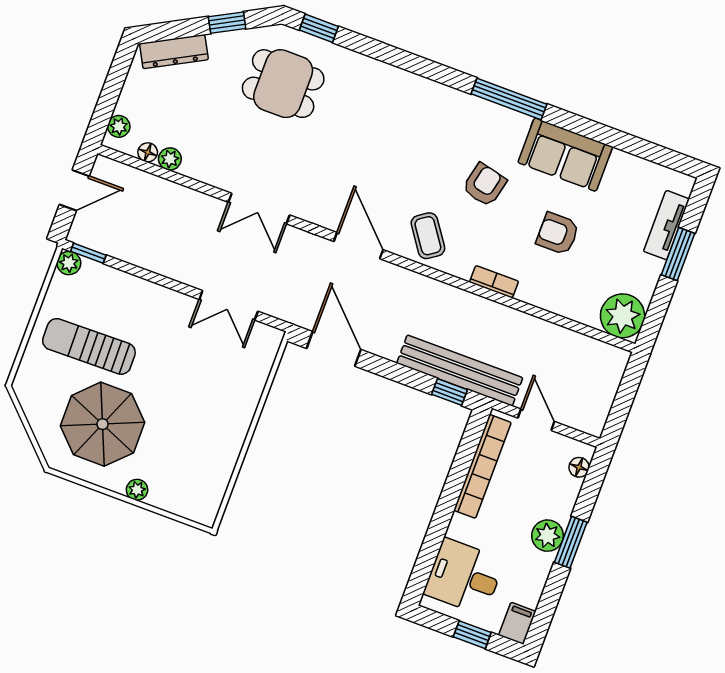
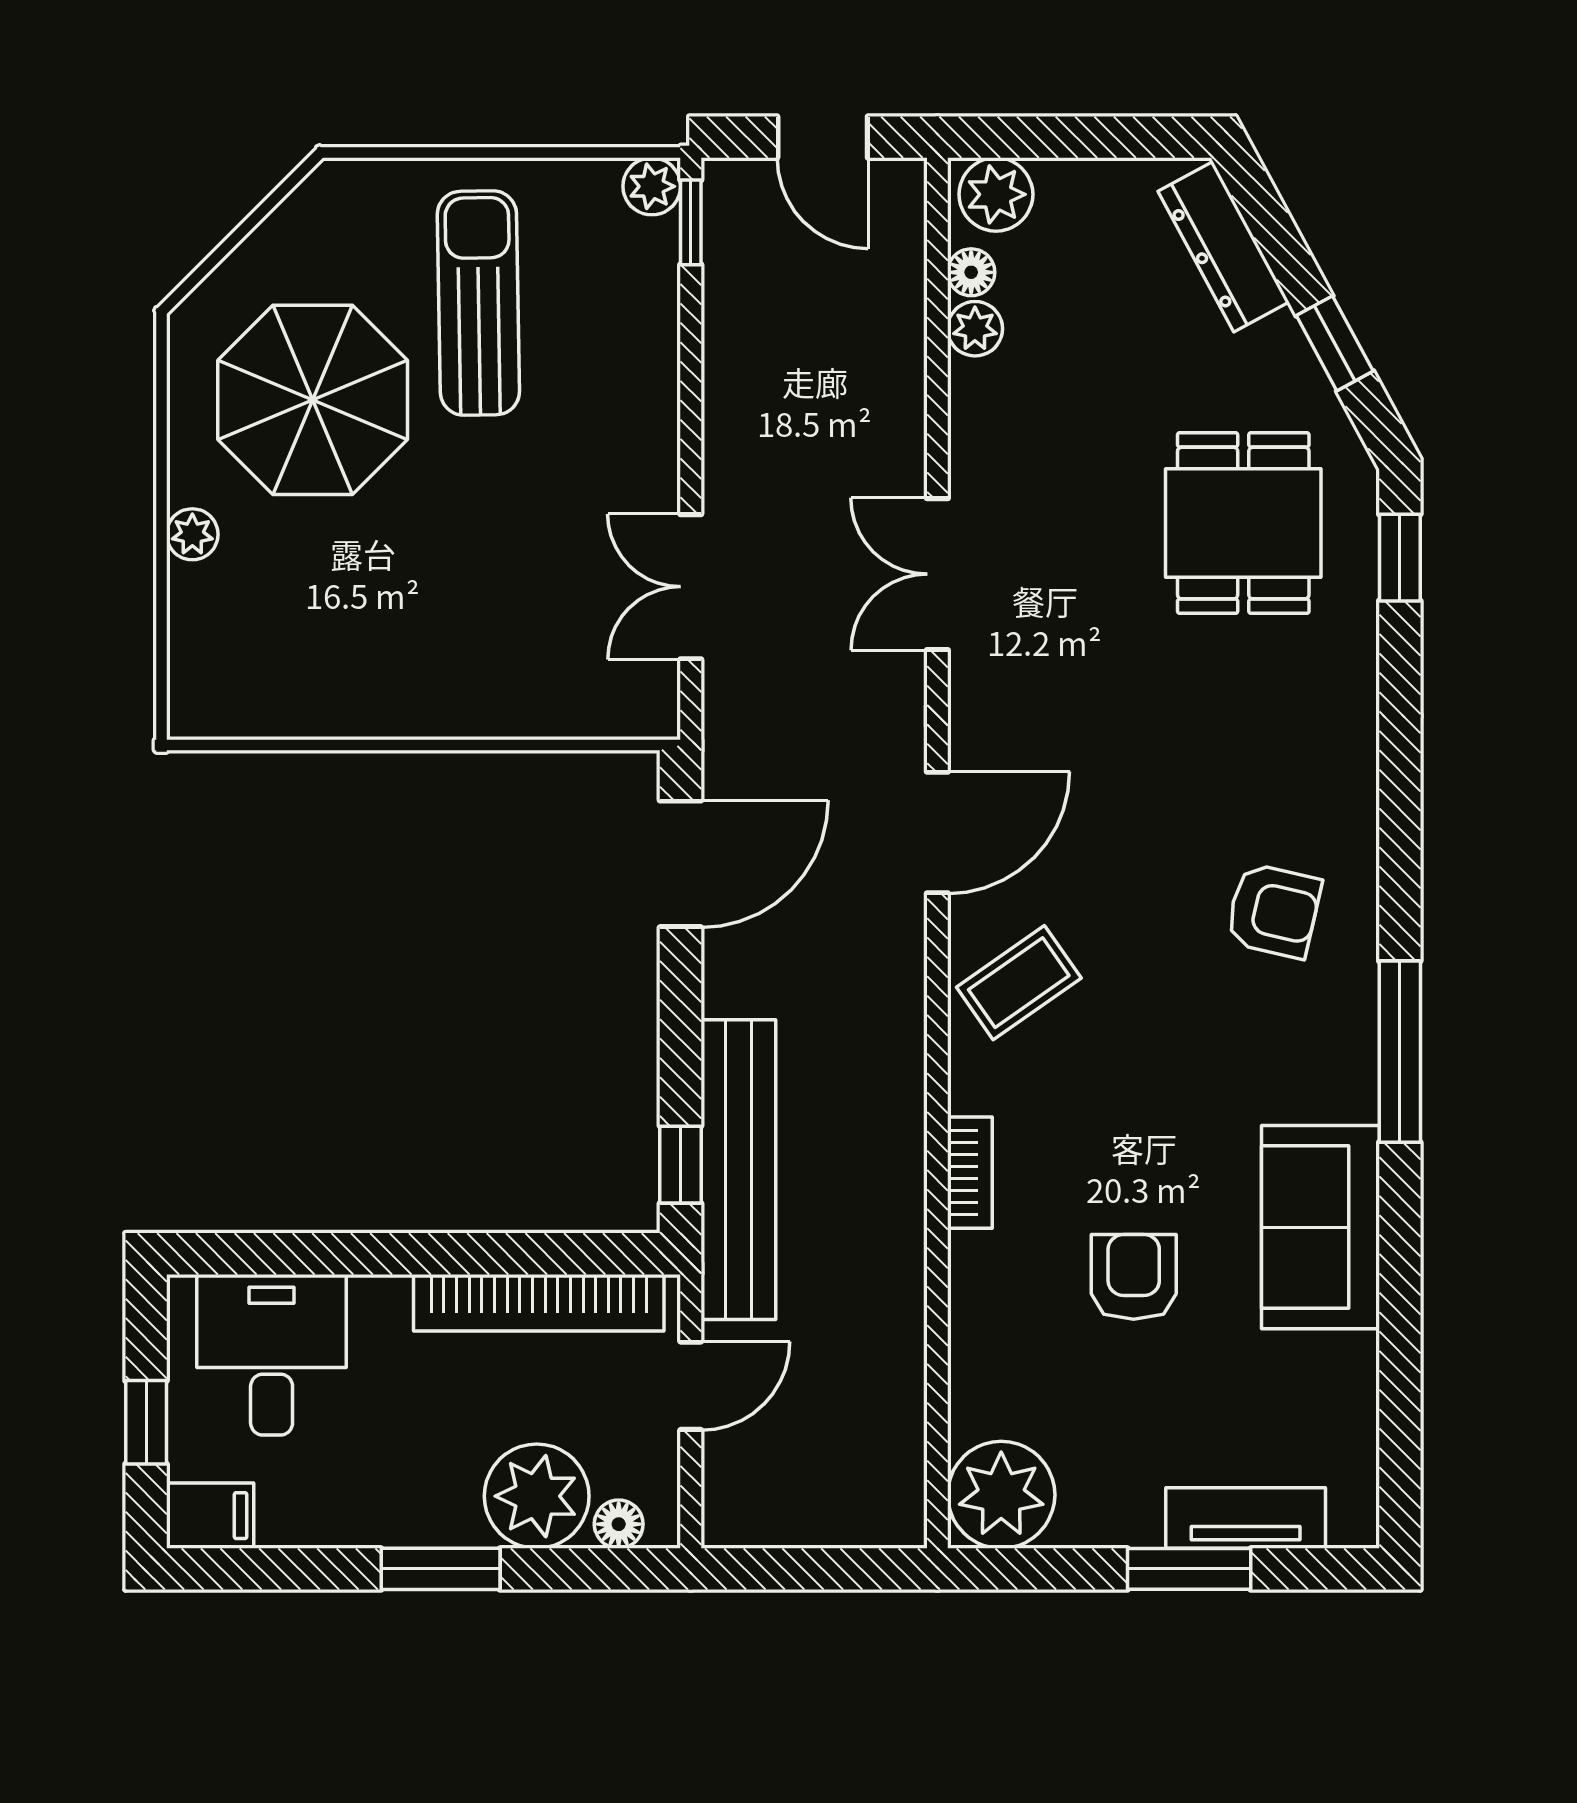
plant: (119, 126) -> (996, 194), width x1.38, depth x1.38
armchair: (484, 185) -> (1273, 911), moved
plant: (548, 536) -> (537, 1496), moved, width x1.36, depth x1.36

